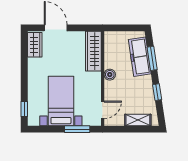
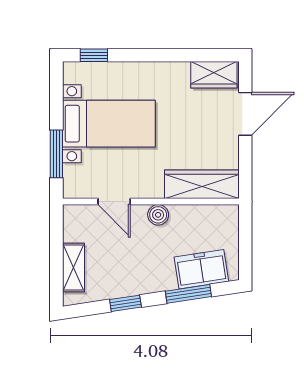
freezer: (140, 57) -> (201, 269), width x0.71
door: (103, 110) -> (114, 202), moved

